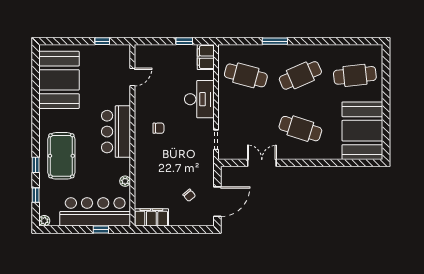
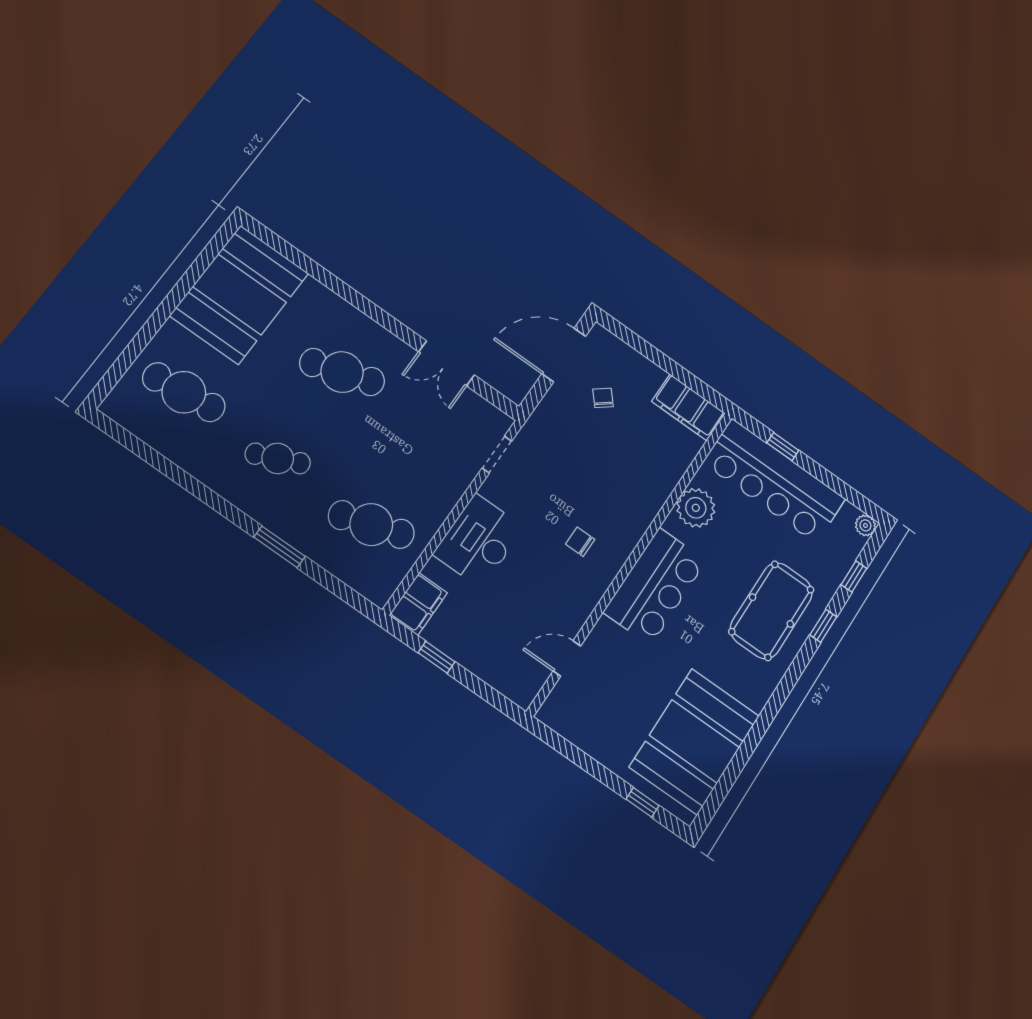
window: (102, 41) -> (642, 802), moved
cafe table: (246, 75) -> (371, 524), turned -33
cafe table: (300, 75) -> (278, 458), width x0.73, depth x0.74
cafe table: (300, 129) -> (342, 372), turned -36
plant: (125, 181) -> (696, 508), width x1.88, depth x1.88

